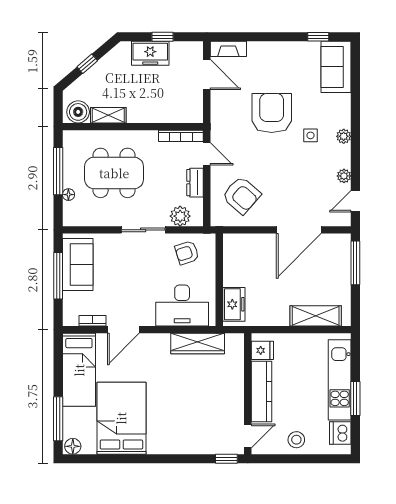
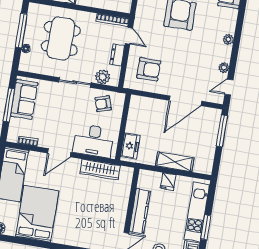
side table: (311, 135) -> (205, 35), removed
dining table: (114, 173) -> (61, 38), turned 90
armchair: (241, 195) -> (149, 69), turned -41
shelving: (316, 316) -> (175, 162), moved
door: (123, 330) -> (59, 153), moved
fridge: (262, 350) -> (168, 181), moved, turned 90

